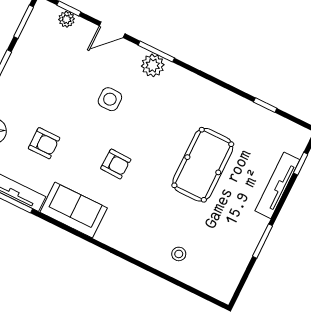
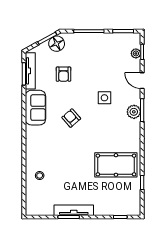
armchair: (116, 164) -> (71, 118), turned 137
pool table: (203, 165) -> (116, 165), moved
tv unit: (277, 185) -> (74, 210), moved

